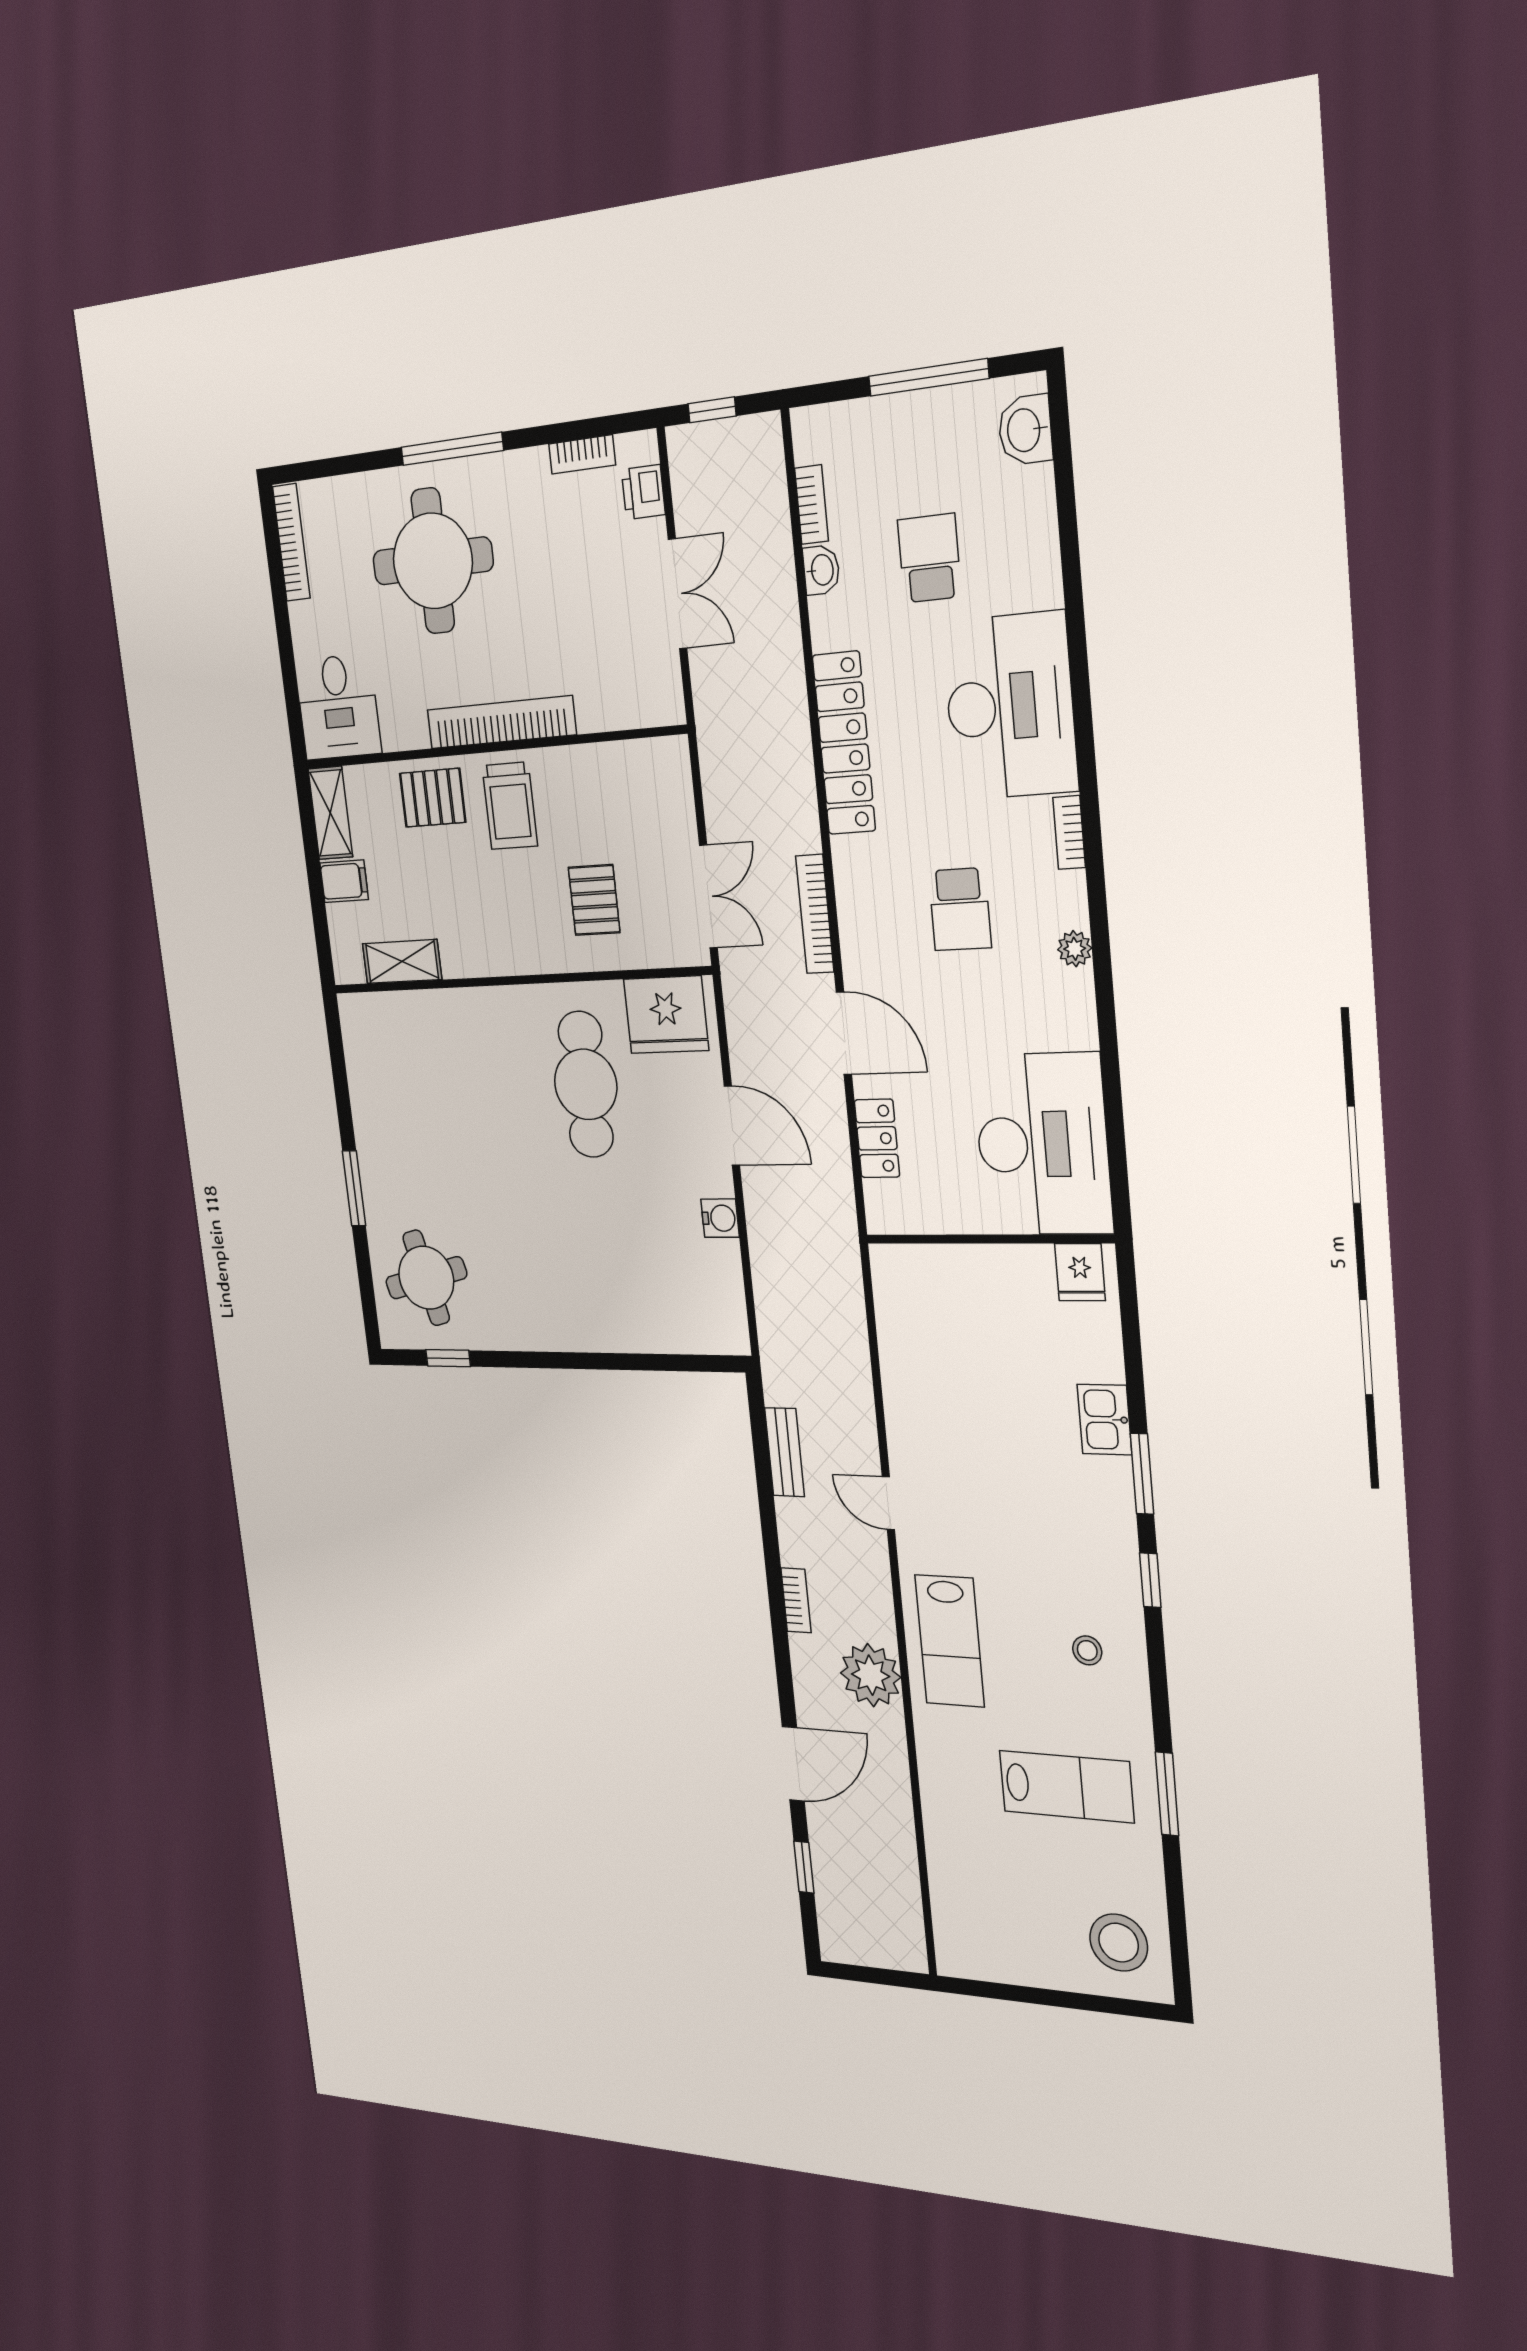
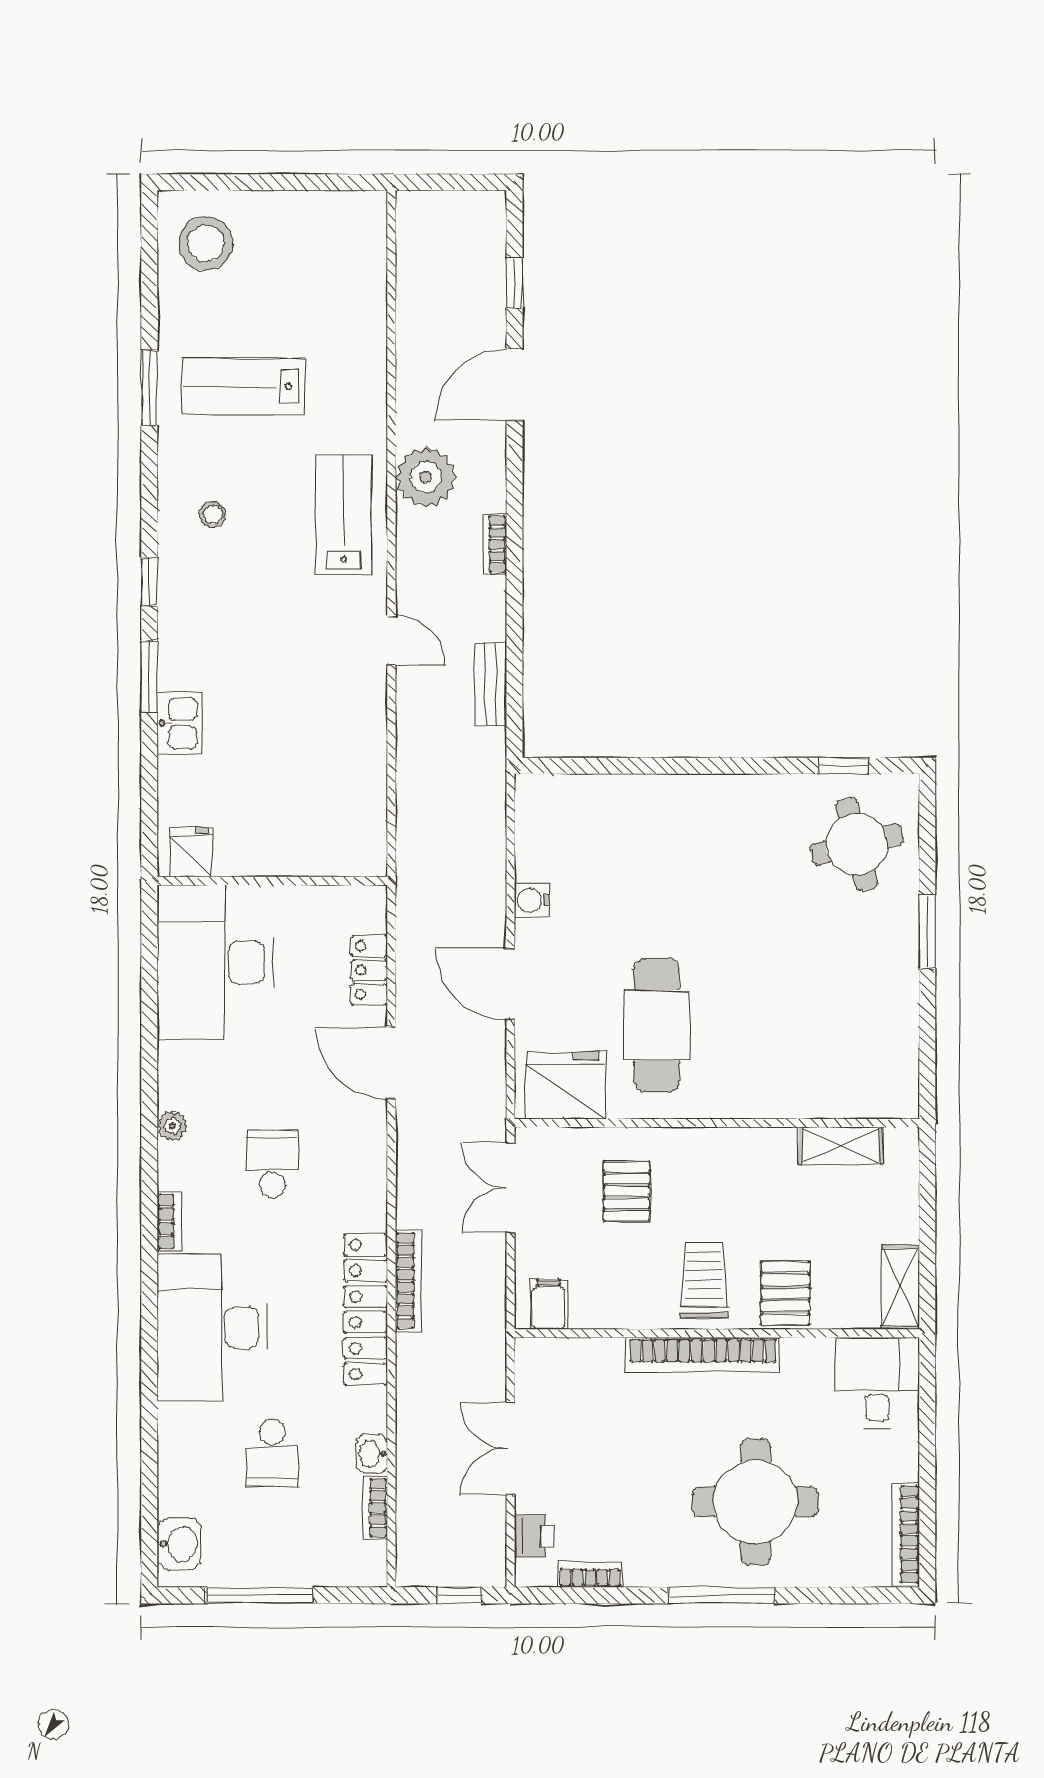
pallet: (433, 798) -> (785, 1293), turned 90
filing cabinet: (344, 881) -> (548, 1305), moved, turned 90
bookcase: (815, 914) -> (408, 1281), moved

